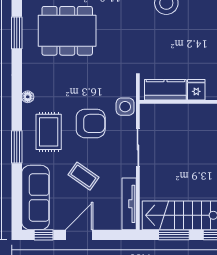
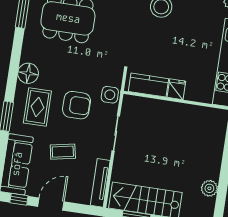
floor lamp: (28, 97) -> (28, 73), width x1.89, depth x1.89
coffee table: (83, 176) -> (63, 152), turned -46

